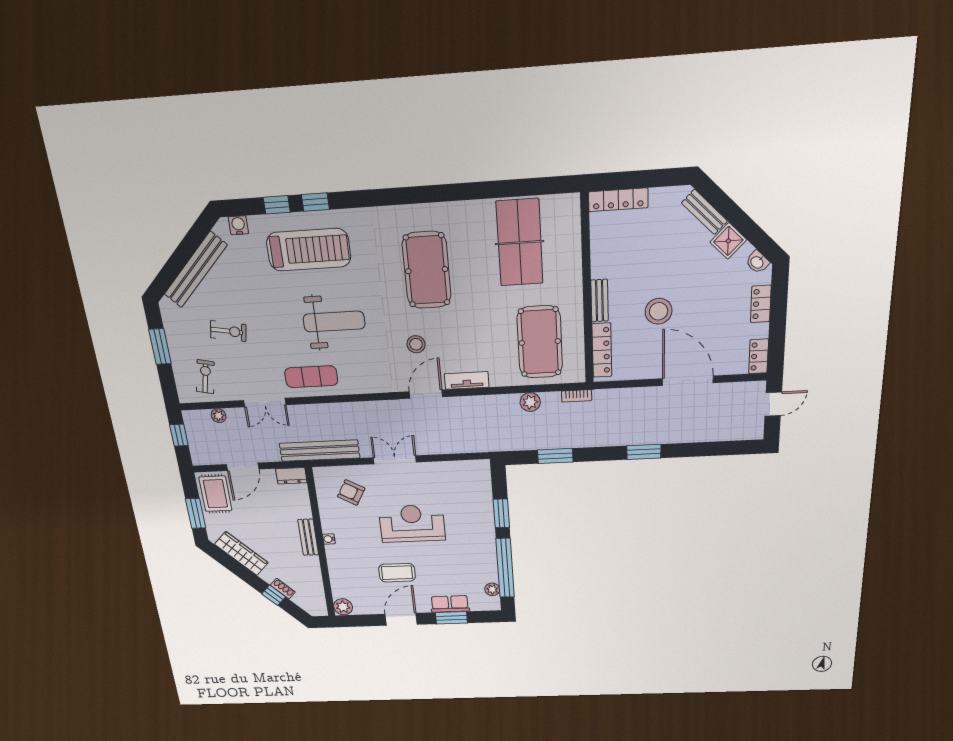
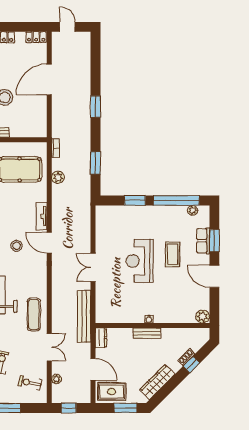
locker: (602, 350) -> (27, 132), removed
armchair: (351, 492) -> (115, 299), removed
coffee table: (397, 573) -> (173, 254), moved

